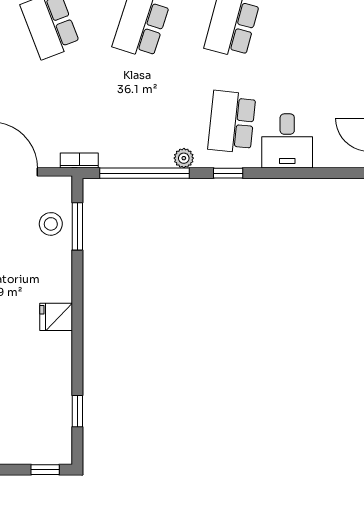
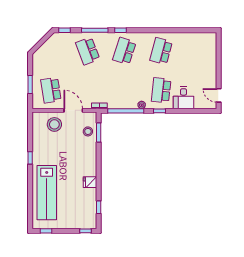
fridge: (56, 317) -> (90, 182), moved

